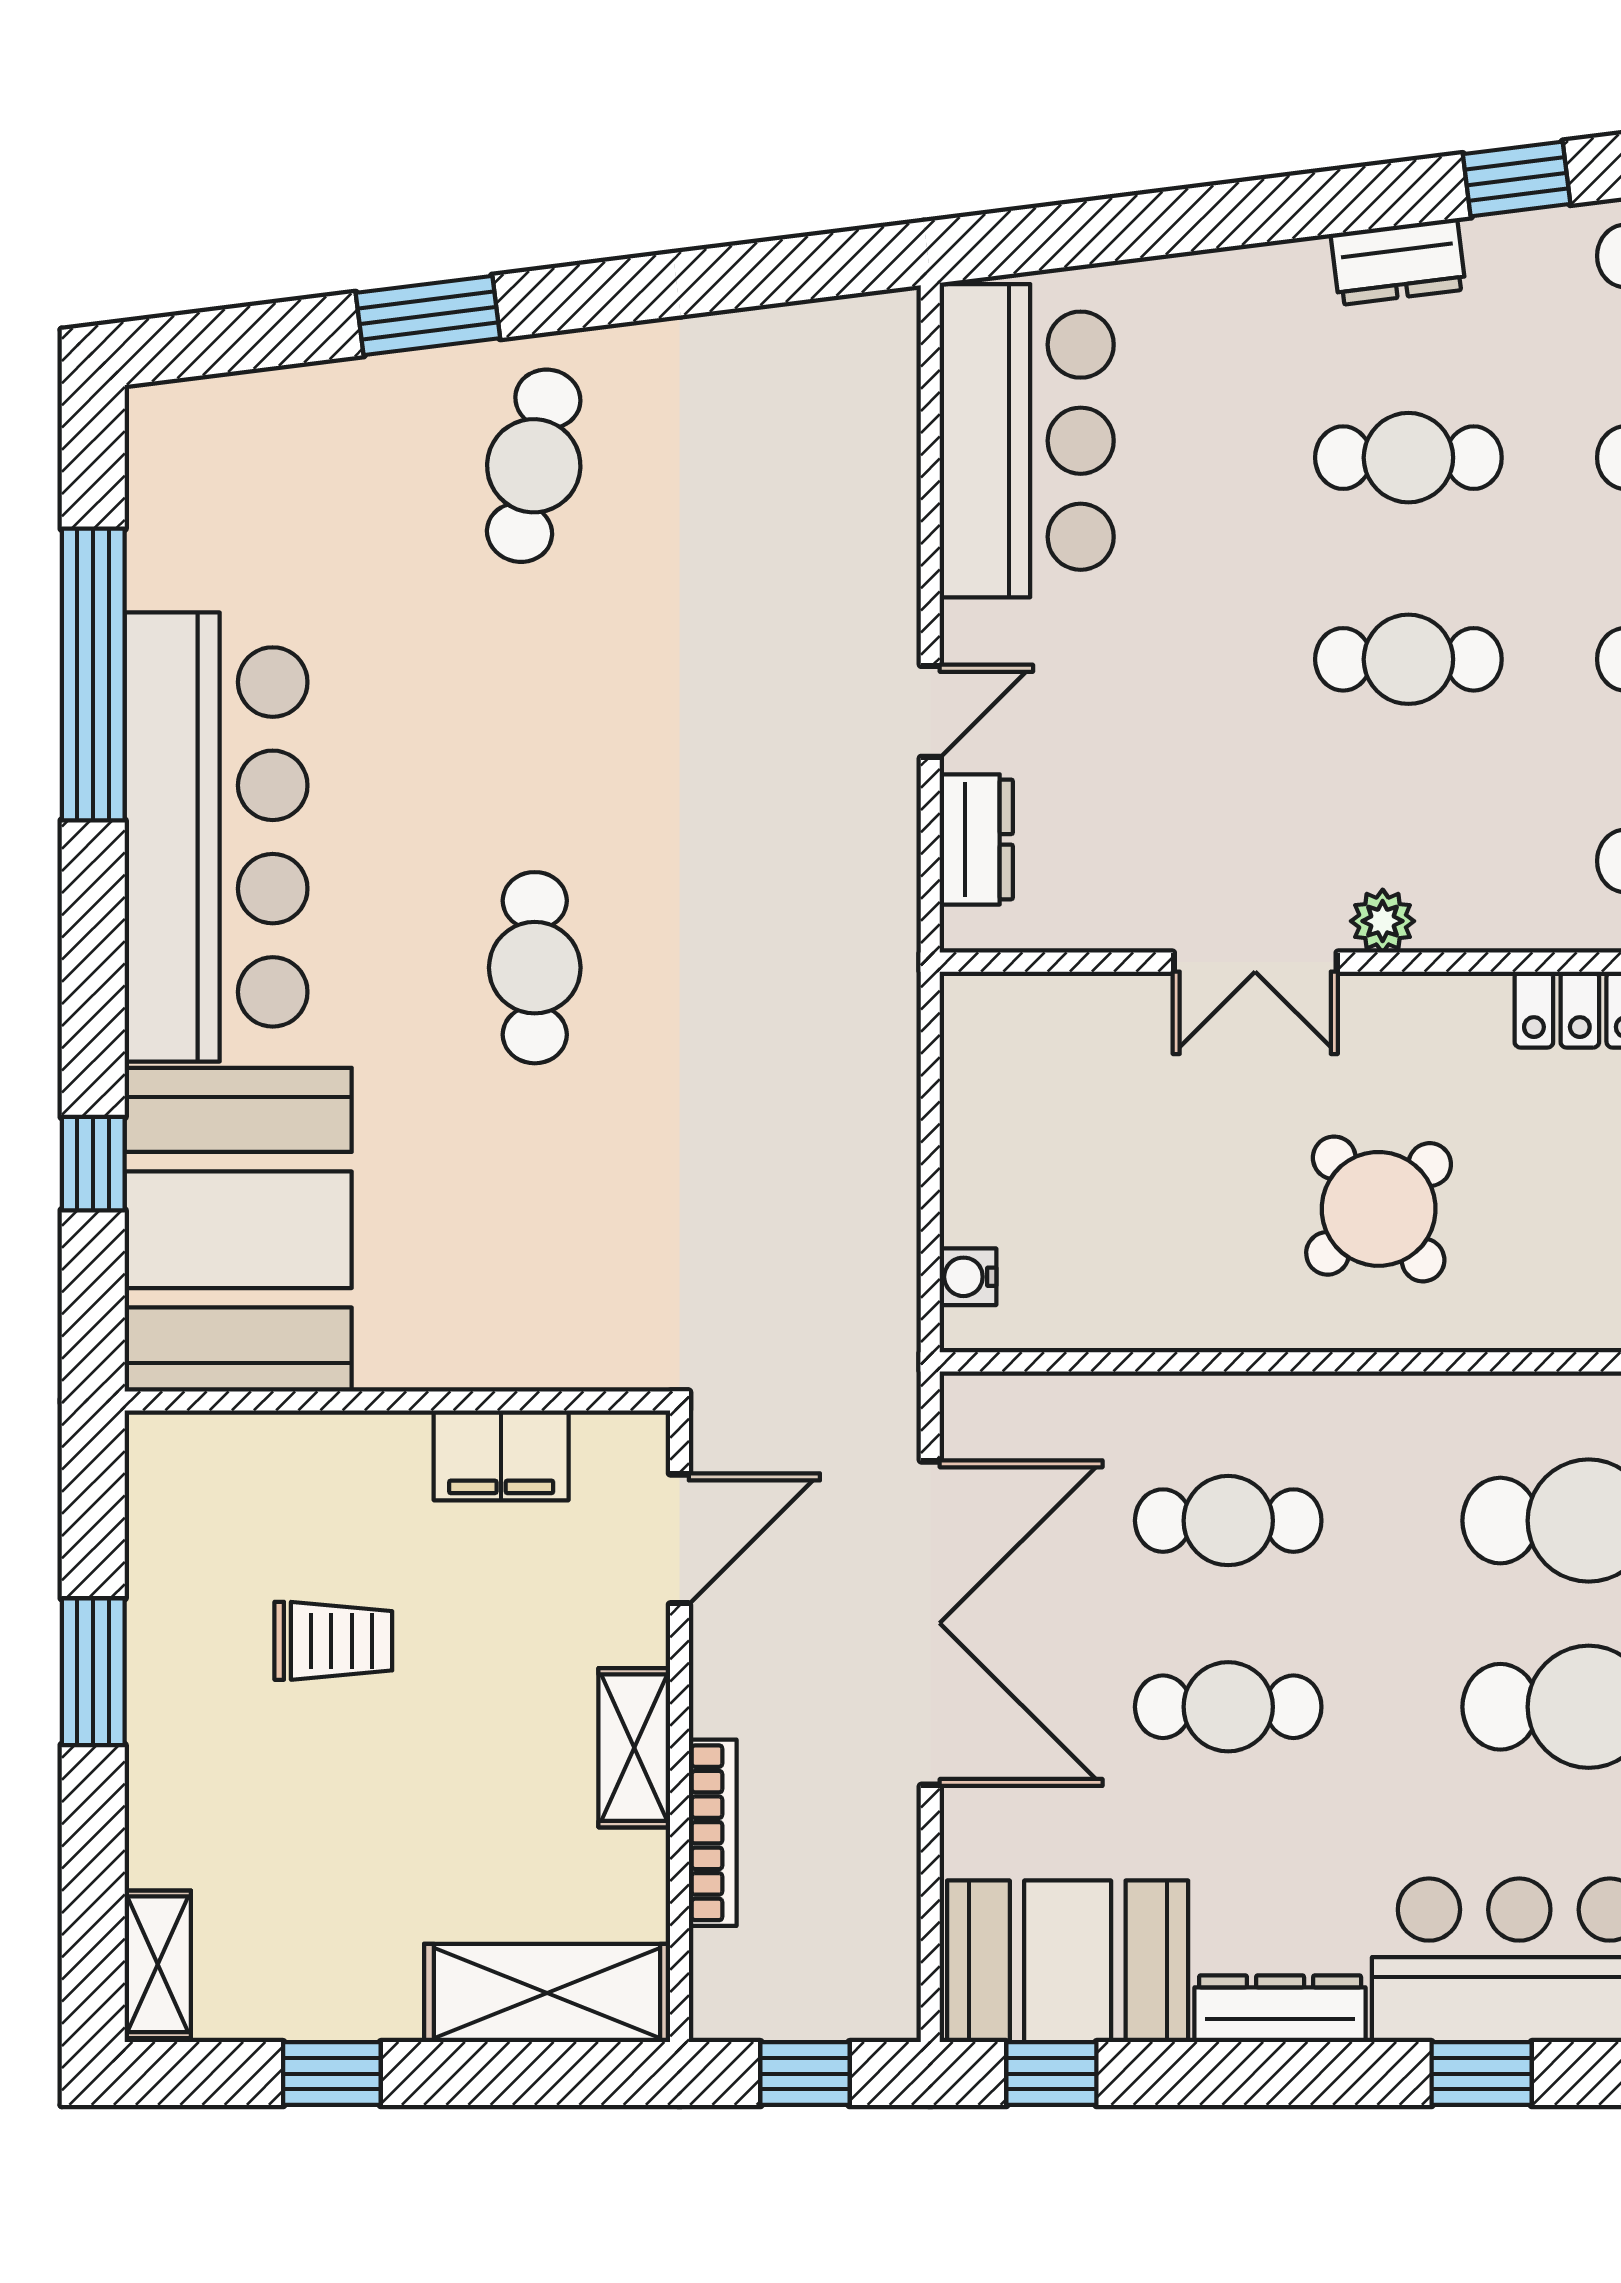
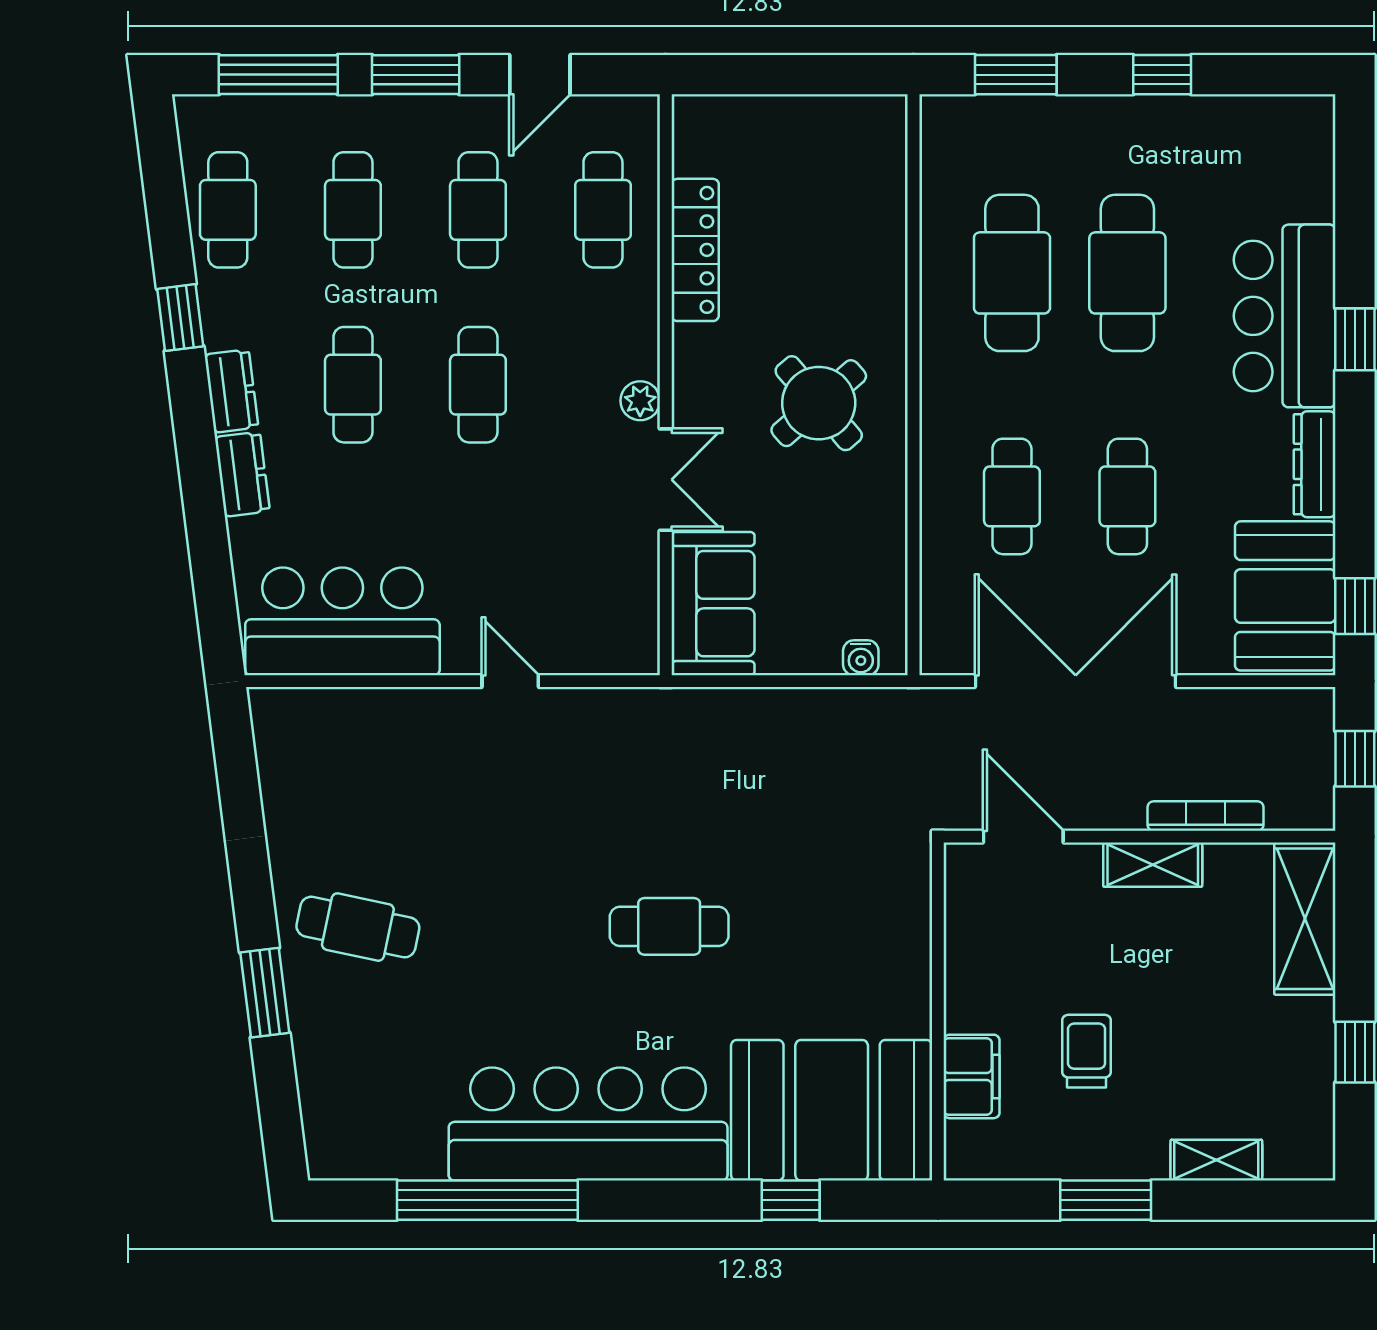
dresser: (976, 839) -> (242, 474), moved, turned 83
sofa: (1055, 1038) -> (713, 604), added
filing cabinet: (501, 1455) -> (972, 1076), moved
shelving: (158, 1964) -> (1216, 1160), moved

